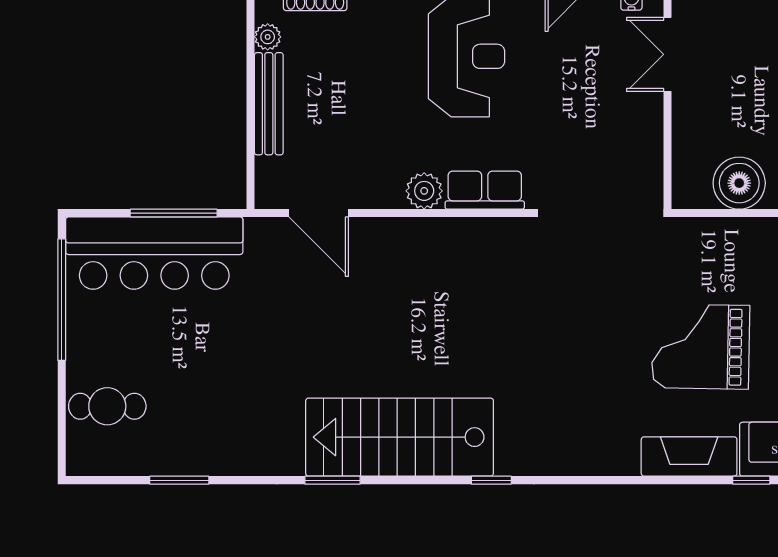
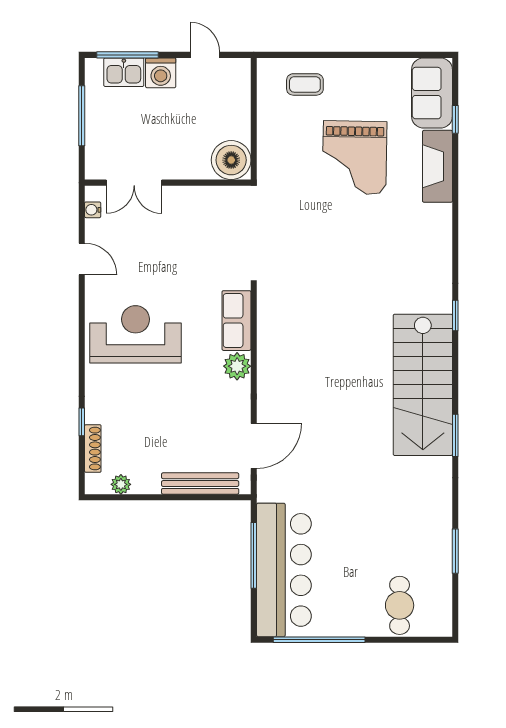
bench: (269, 104) -> (200, 484), moved
boiler: (739, 183) -> (231, 160), moved

